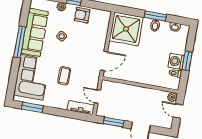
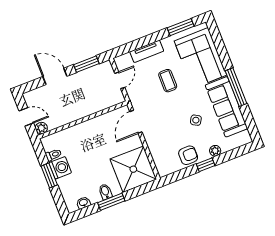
door: (97, 96) -> (120, 80), hinge flipped
tv unit: (81, 108) -> (147, 51), moved

